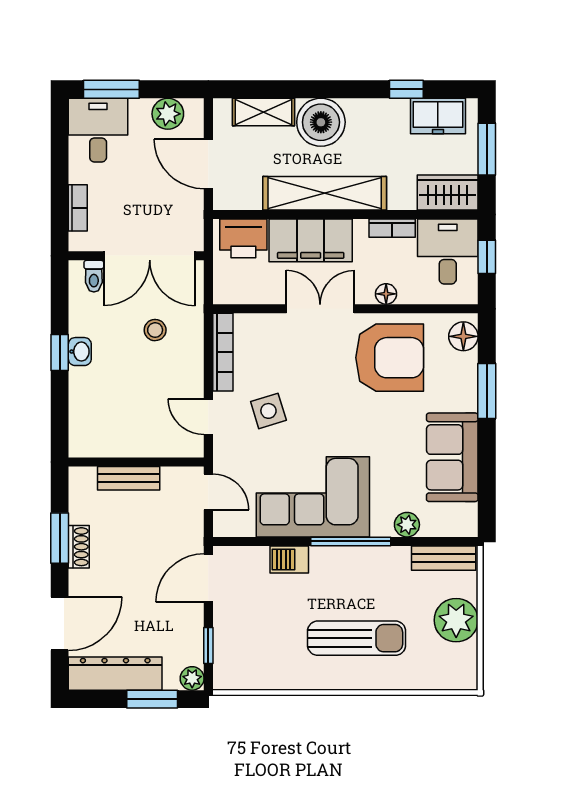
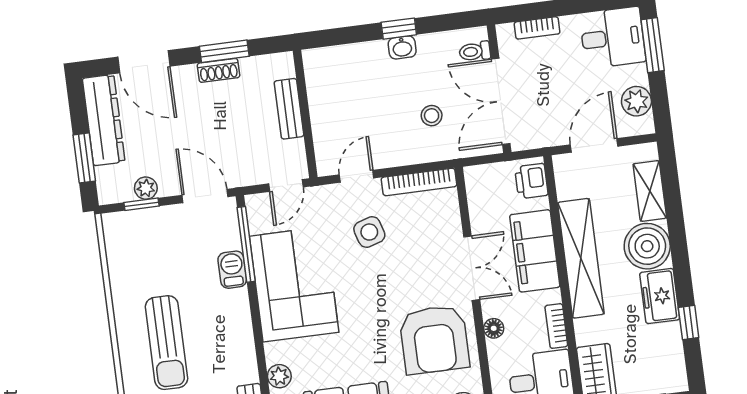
freezer: (438, 116) -> (660, 296), moved
printer: (243, 238) -> (531, 181), width x0.73, depth x0.81
window: (351, 541) -> (246, 244), moved
plant: (192, 678) -> (146, 188), moved

